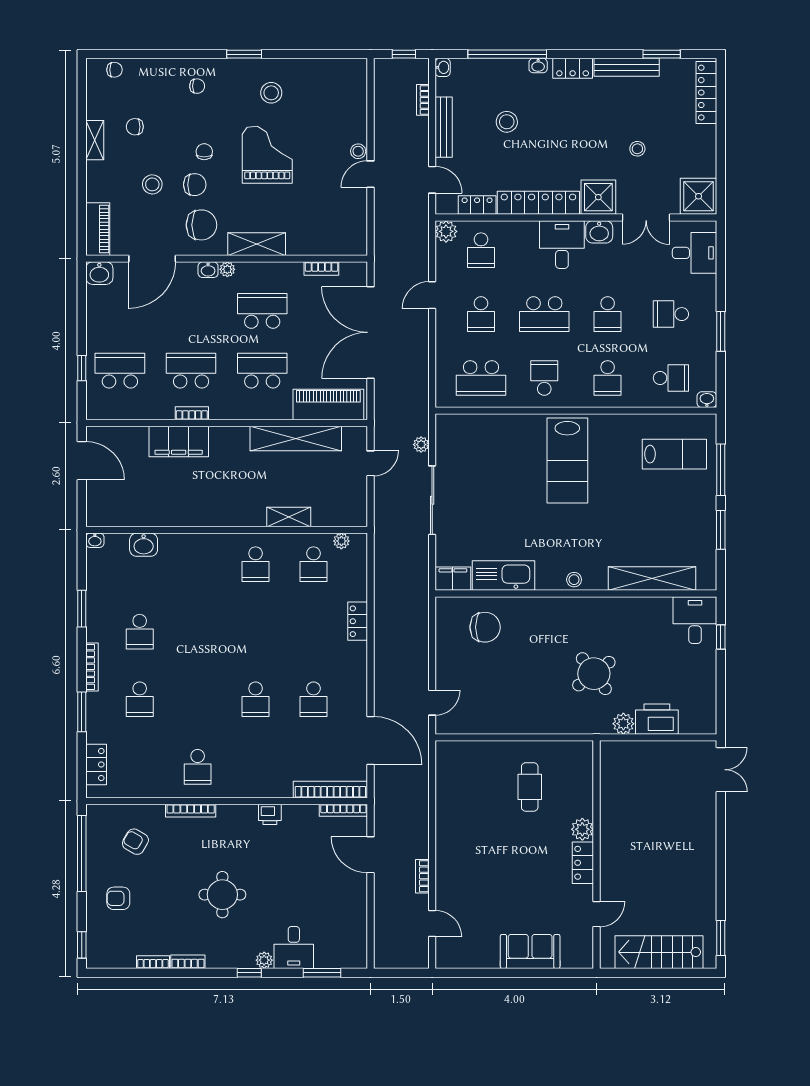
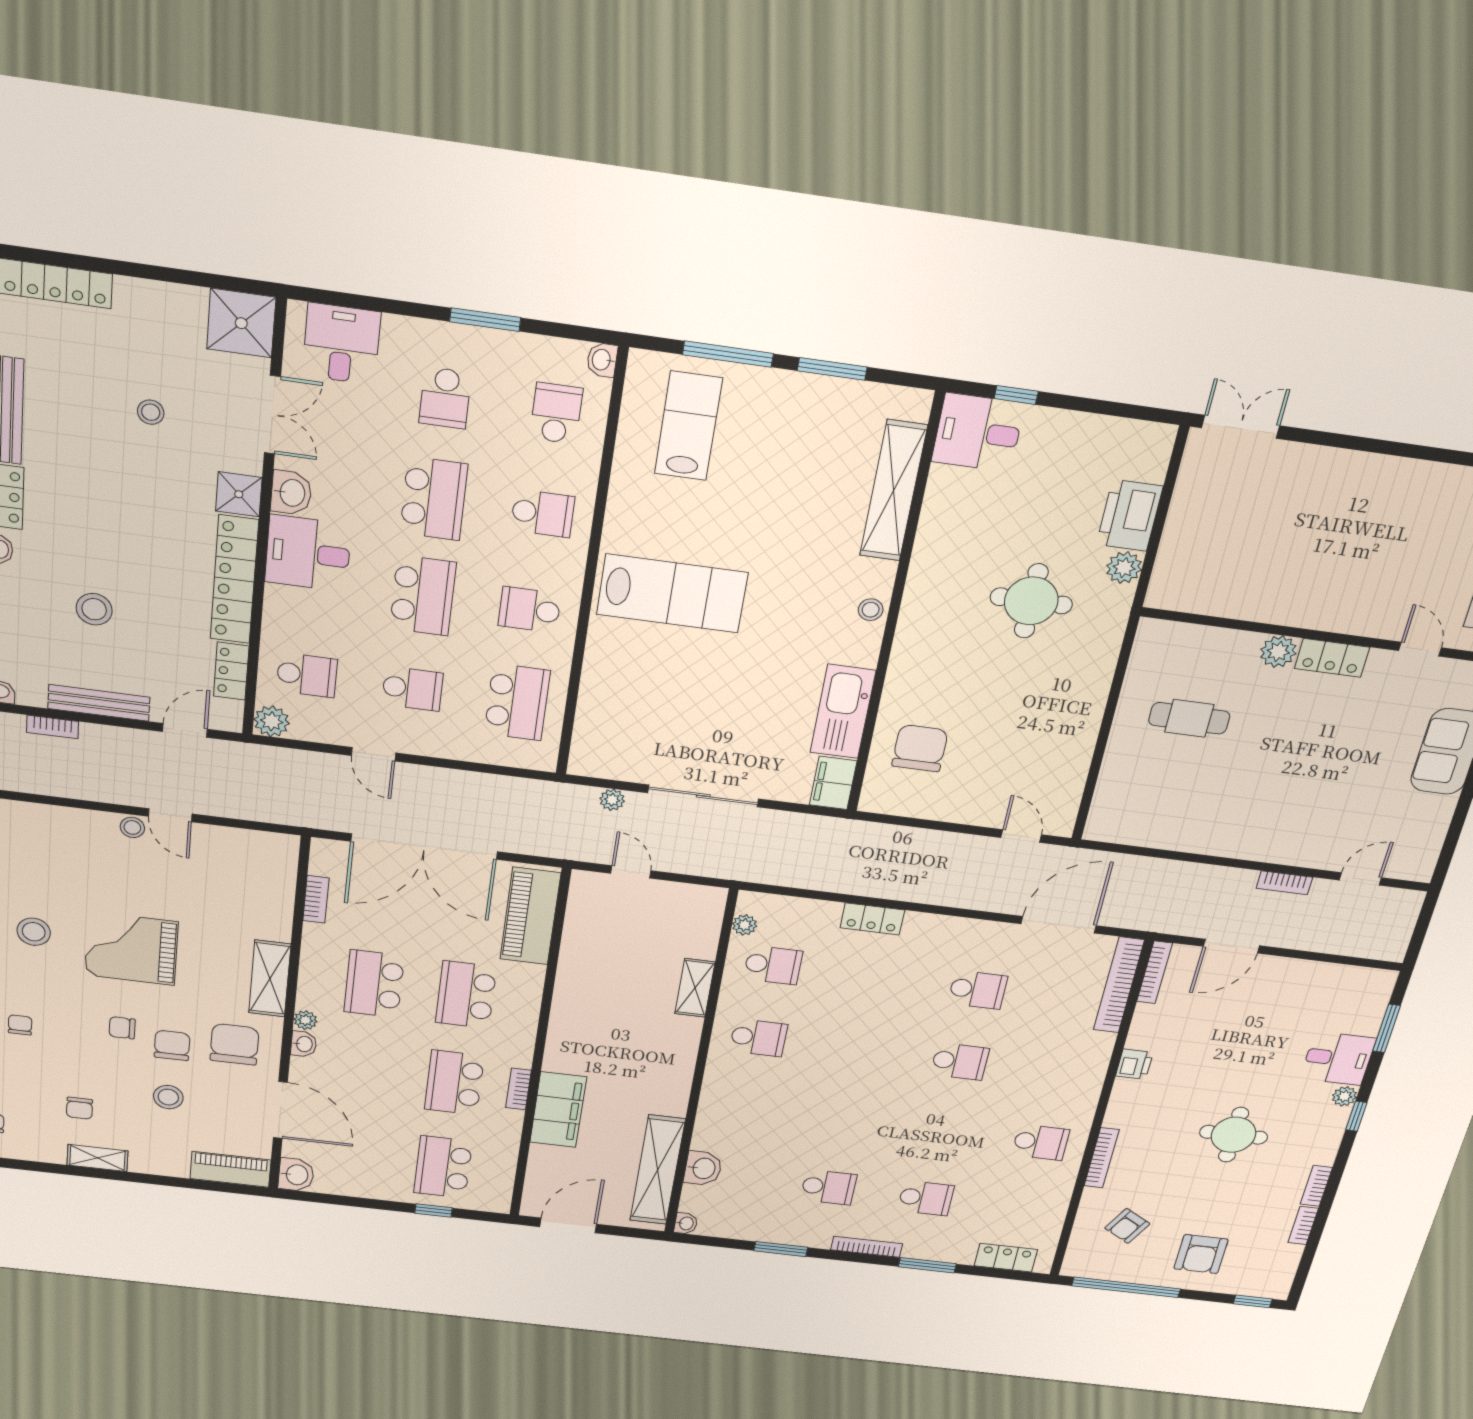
shower: (598, 197) -> (239, 494), width x0.73, depth x0.73
school desk: (608, 314) -> (434, 499), width x1.85
shelving: (296, 438) -> (658, 1170), moved
round table: (594, 674) -> (1031, 601), turned 37
armchair: (118, 898) -> (1201, 1254), width x1.38, depth x1.38

